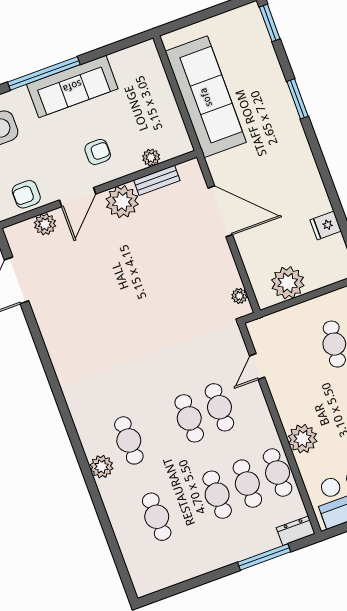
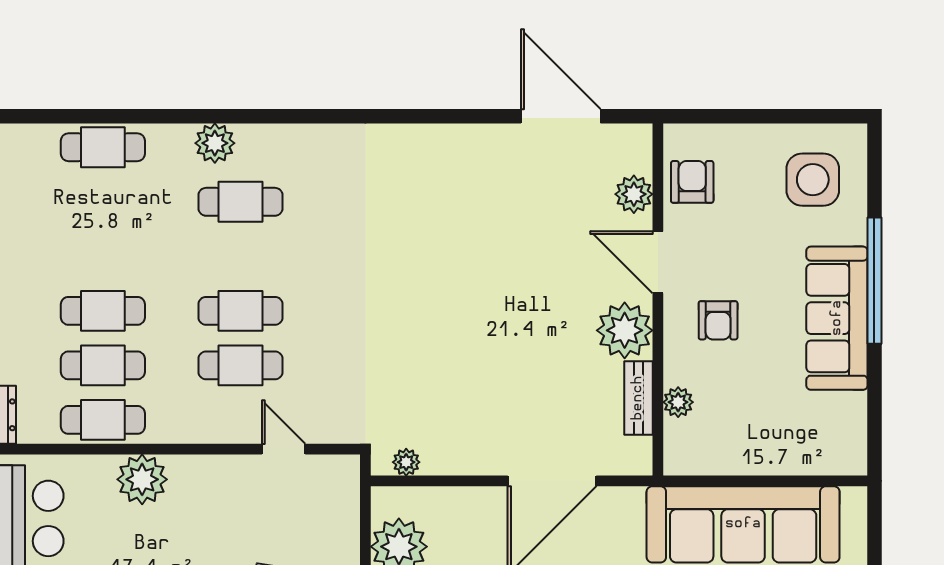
cafe table: (157, 517) -> (103, 147), moved

